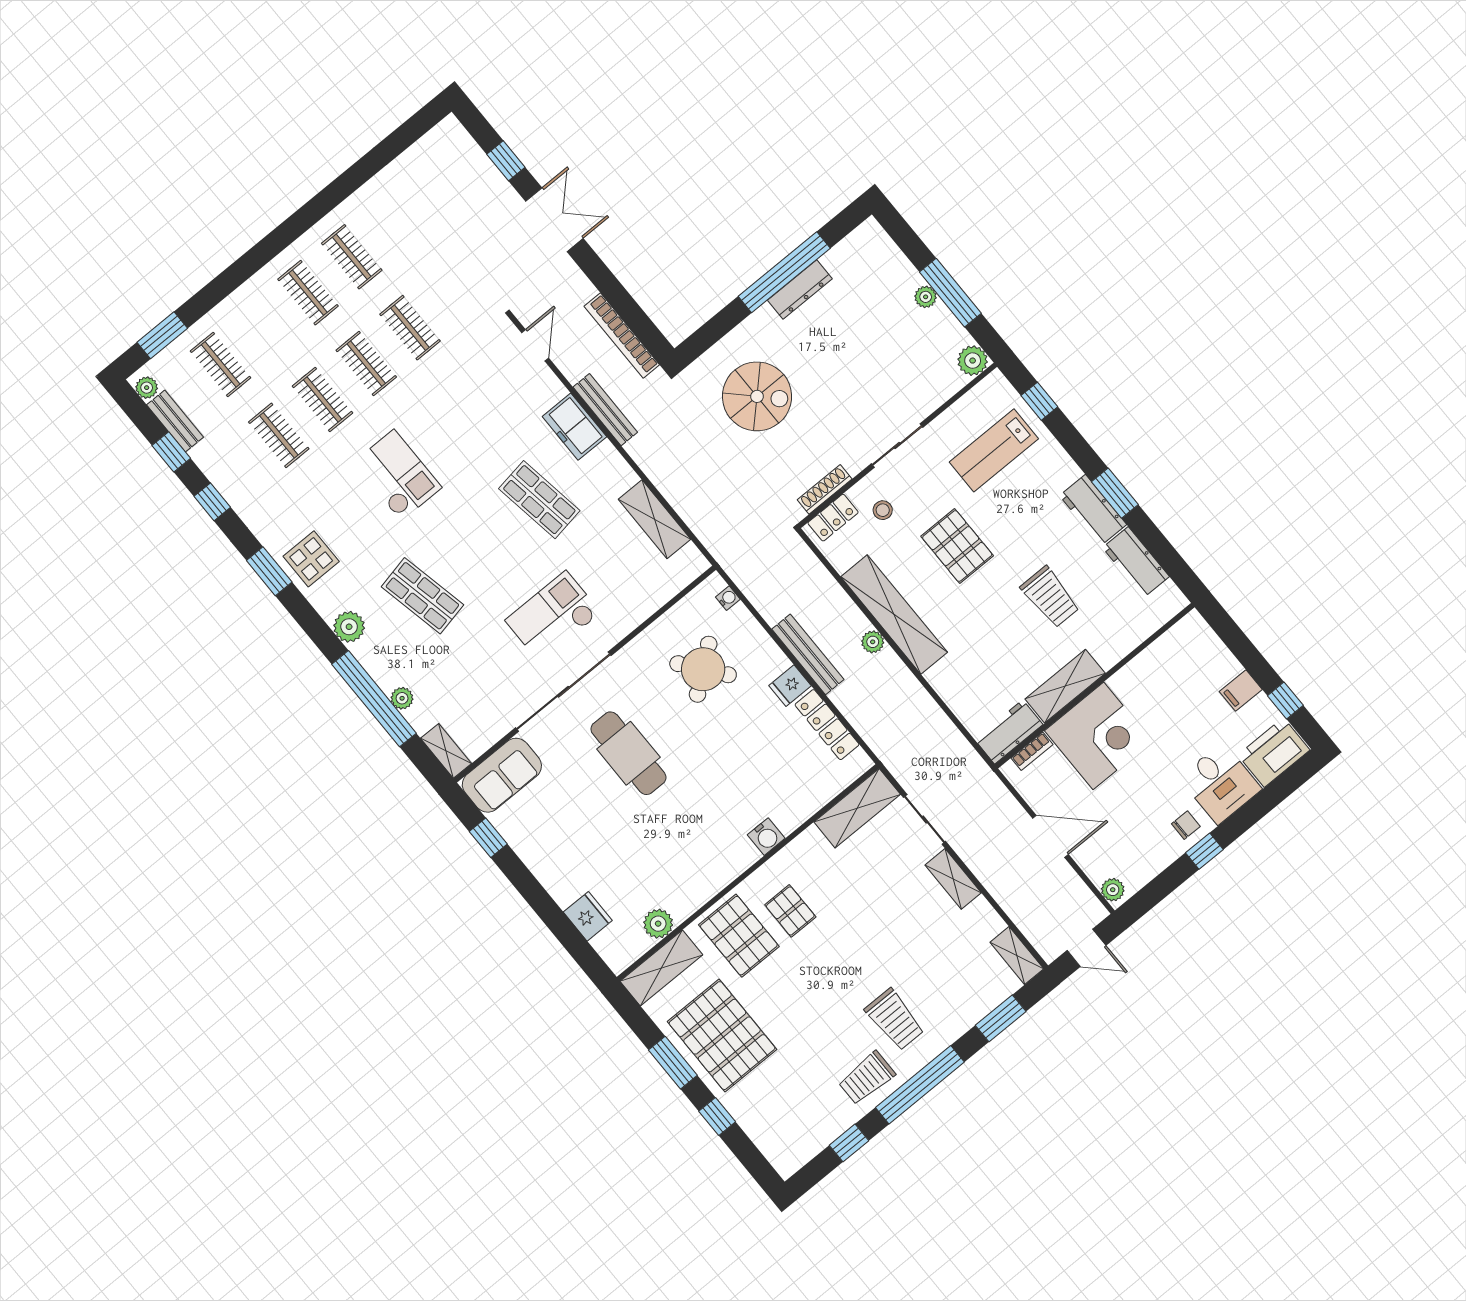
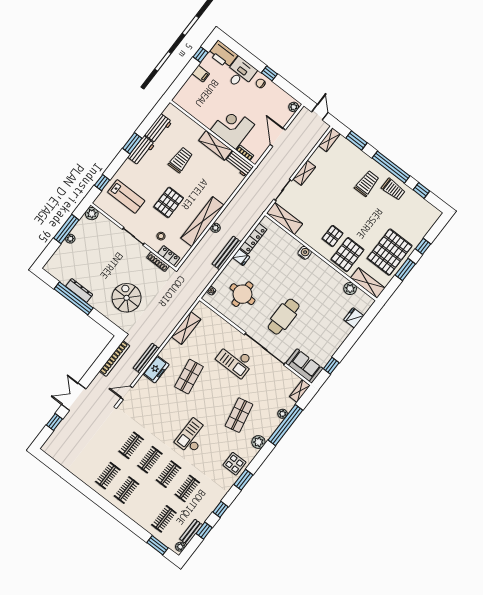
round table: (703, 669) -> (242, 294), turned 38

